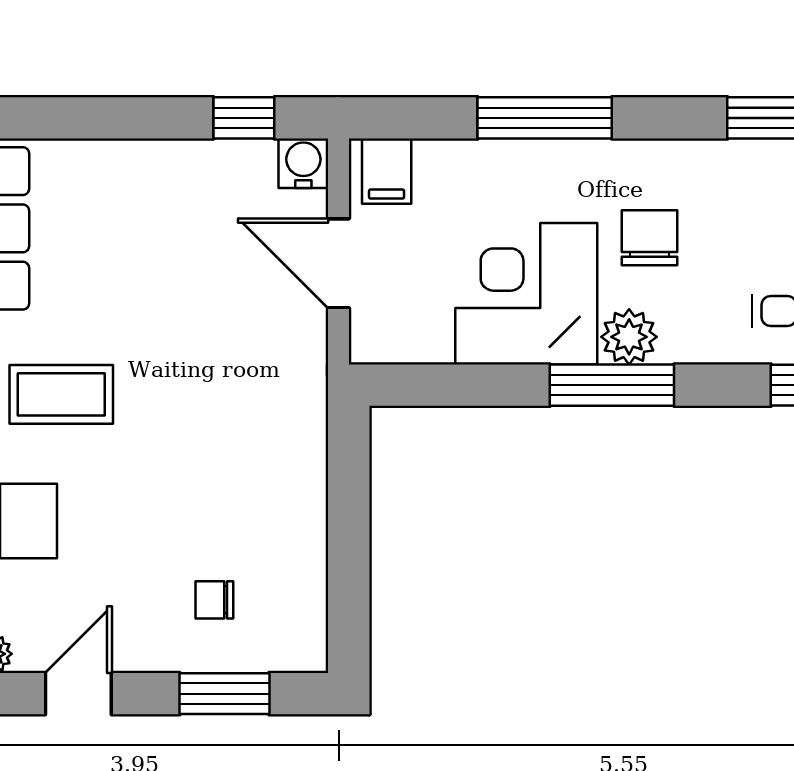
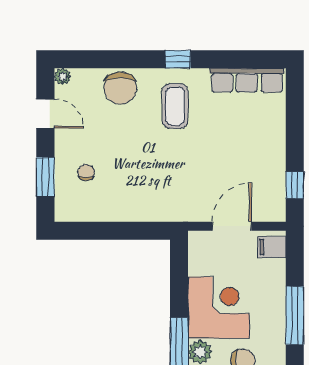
water cooler: (303, 163) -> (275, 211), removed

